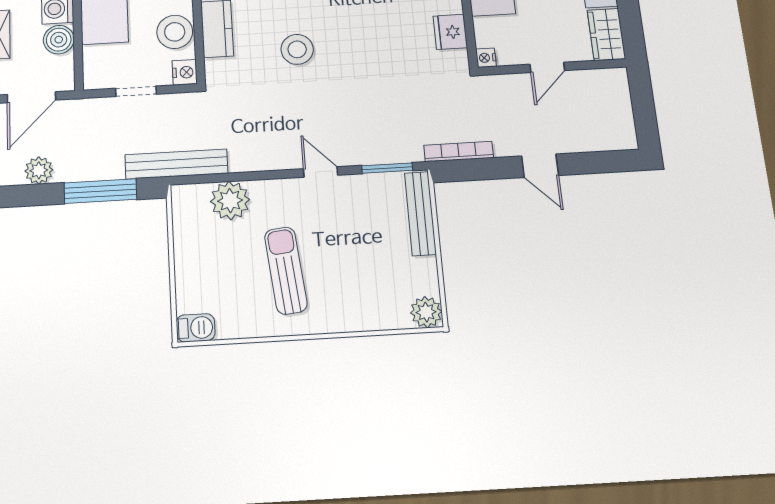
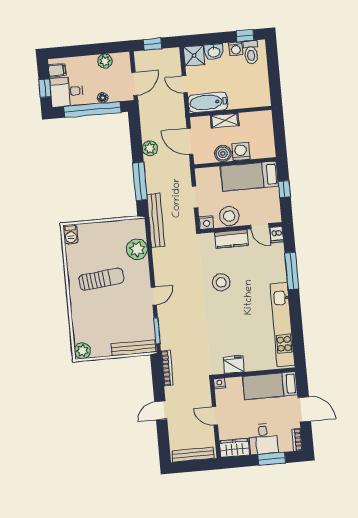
bench: (622, 109) -> (193, 455), added

